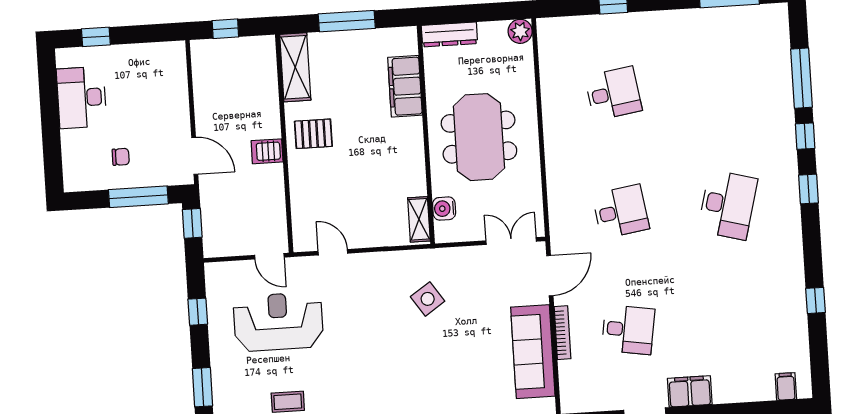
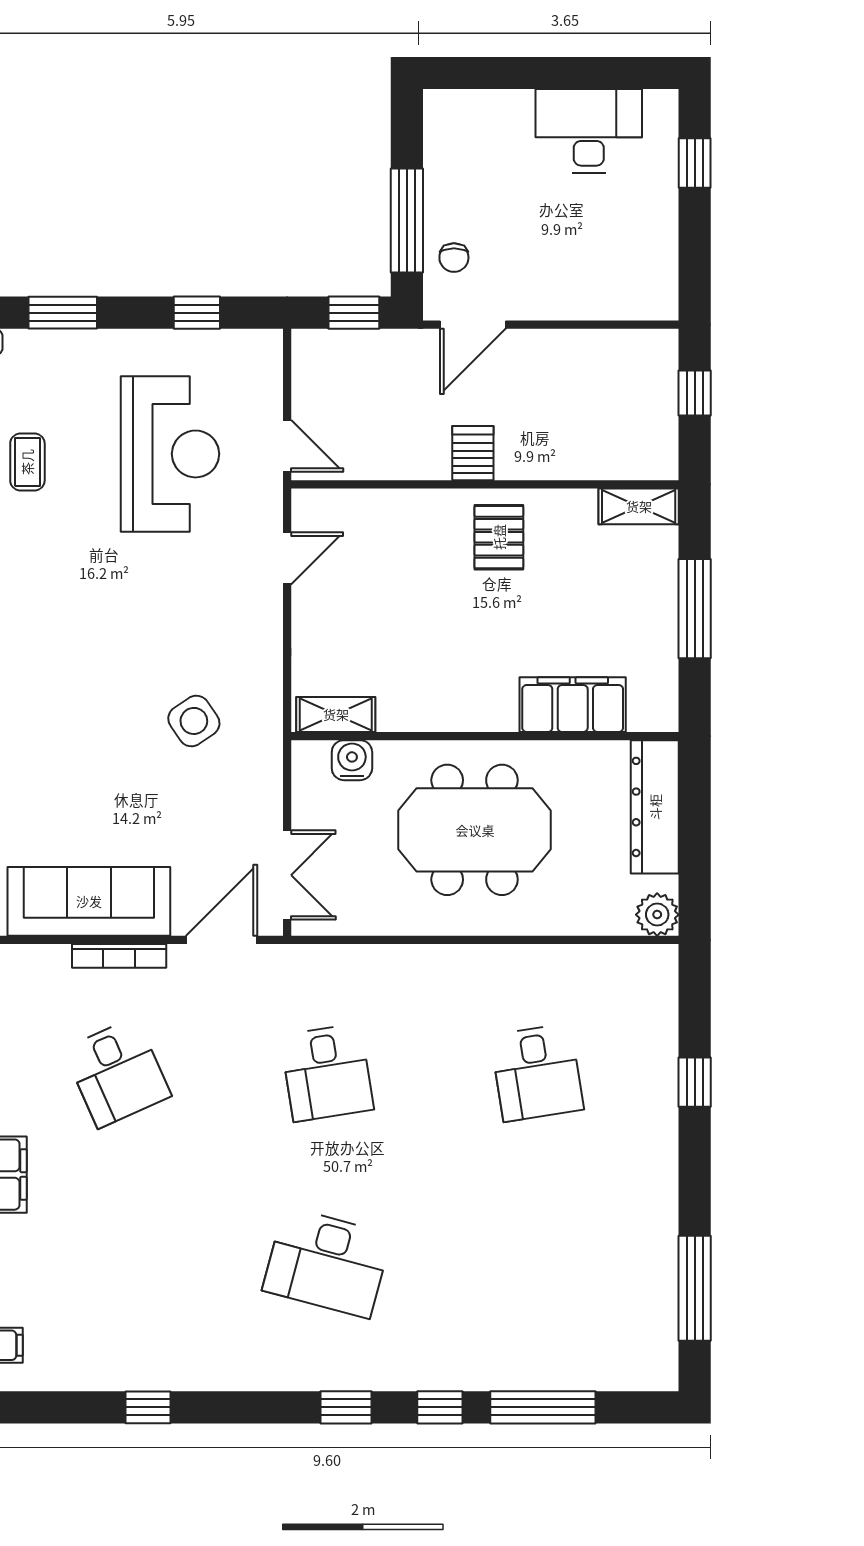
dresser: (449, 34) -> (655, 807), width x1.37, depth x1.24
shelving: (295, 67) -> (639, 506), width x0.67, depth x0.75
chair: (121, 157) -> (454, 258), moved
door: (269, 256) -> (287, 446), swing flipped
door: (550, 276) -> (221, 940), swing flipped
desk: (628, 330) -> (117, 1073), turned -33

